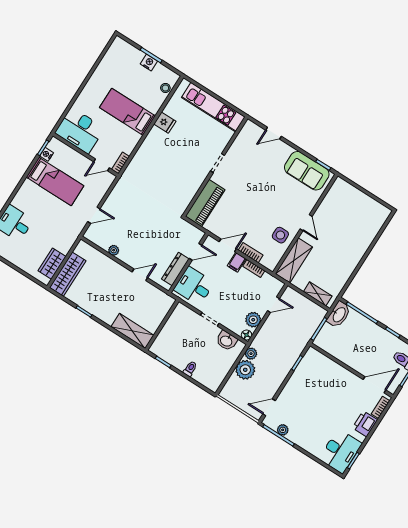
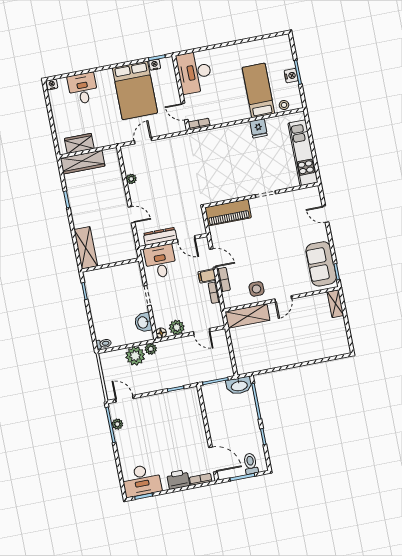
bed: (127, 112) -> (258, 90), moved
bed: (55, 181) -> (135, 90), width x1.50
door: (94, 215) -> (143, 141), swing flipped
shelving: (318, 294) -> (335, 304), moved
toilet: (190, 369) -> (104, 344), moved

